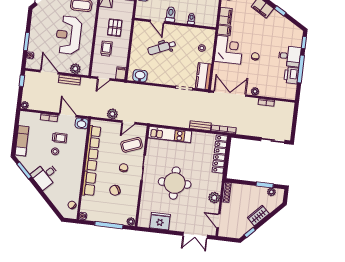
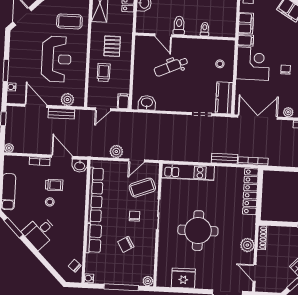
reception desk: (68, 35) -> (56, 59), turned 180

